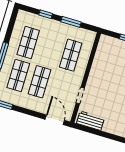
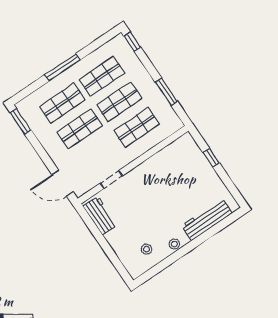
window: (46, 14) -> (132, 42), moved
shop shelf: (49, 49) -> (119, 102), added
door: (55, 120) -> (63, 183), swing flipped

